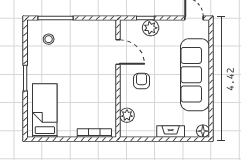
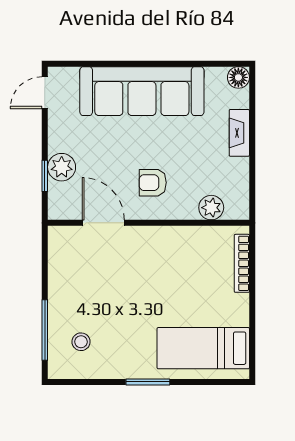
door: (118, 52) -> (103, 223), hinge flipped

